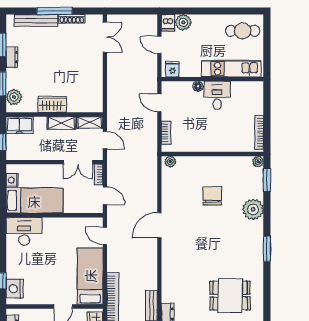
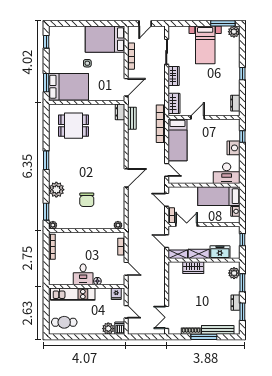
wardrobe: (52, 104) -> (193, 268), moved
freezer: (19, 125) -> (220, 252), moved
nightstand: (15, 289) -> (234, 148), moved

